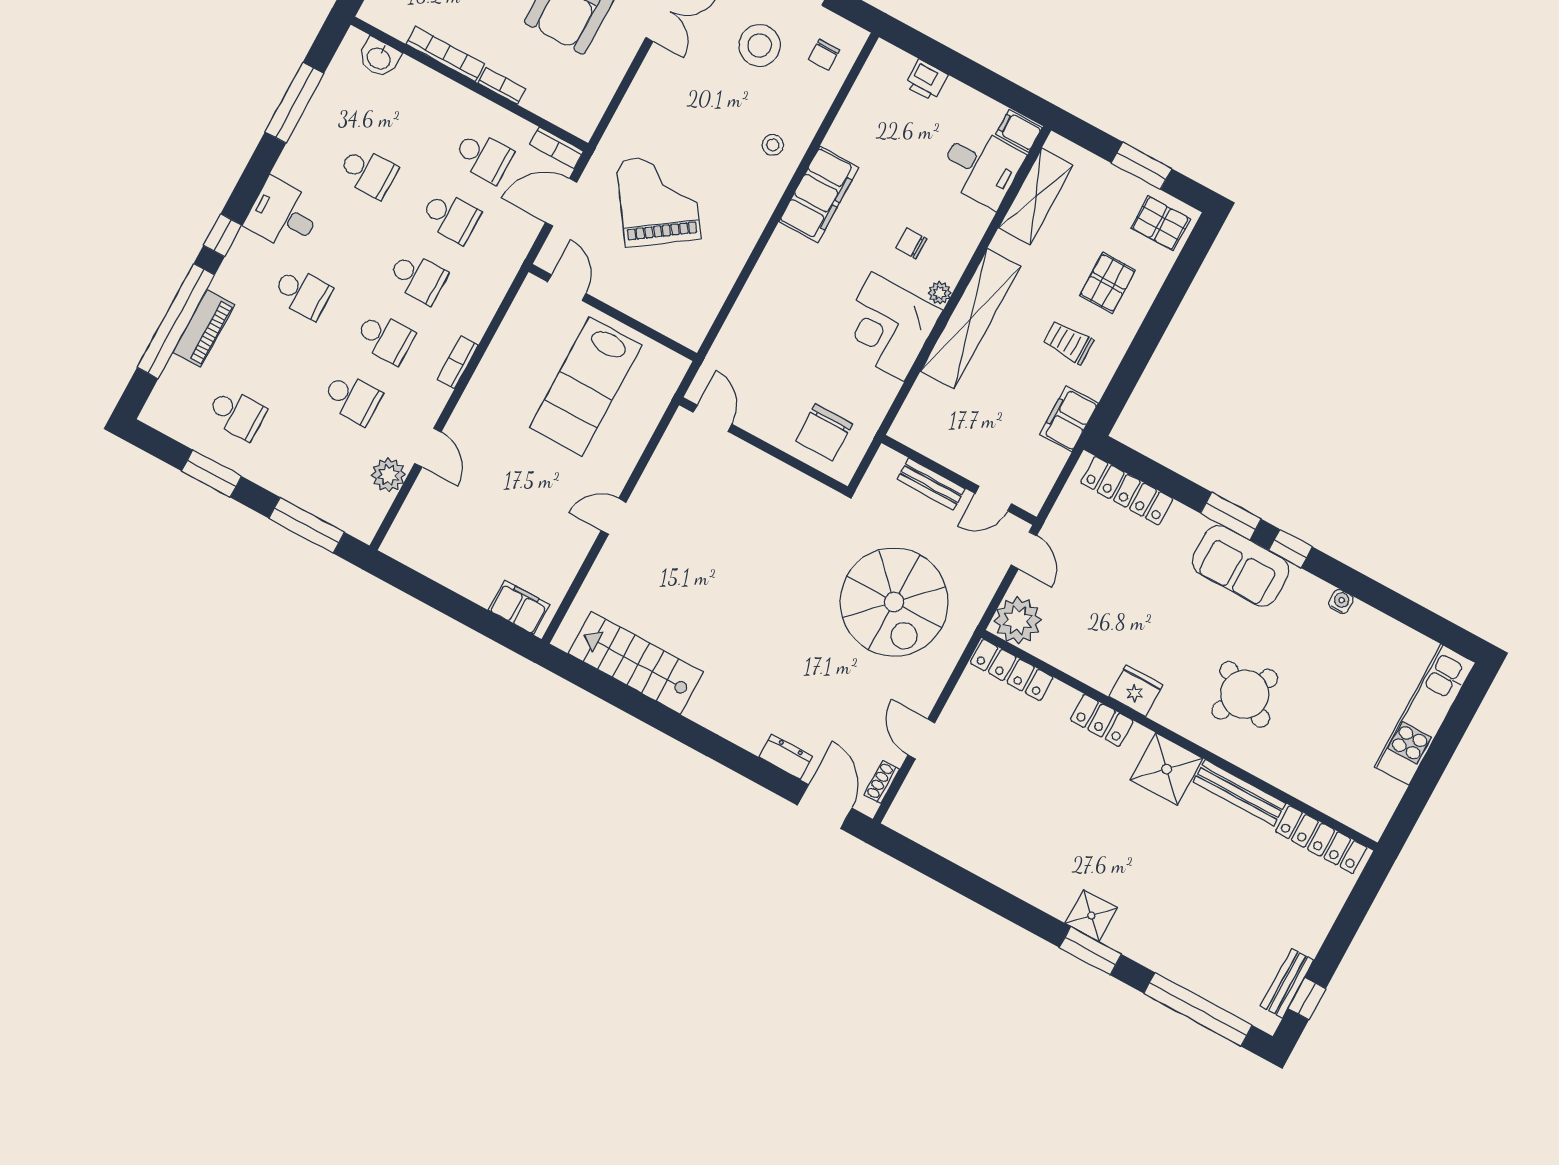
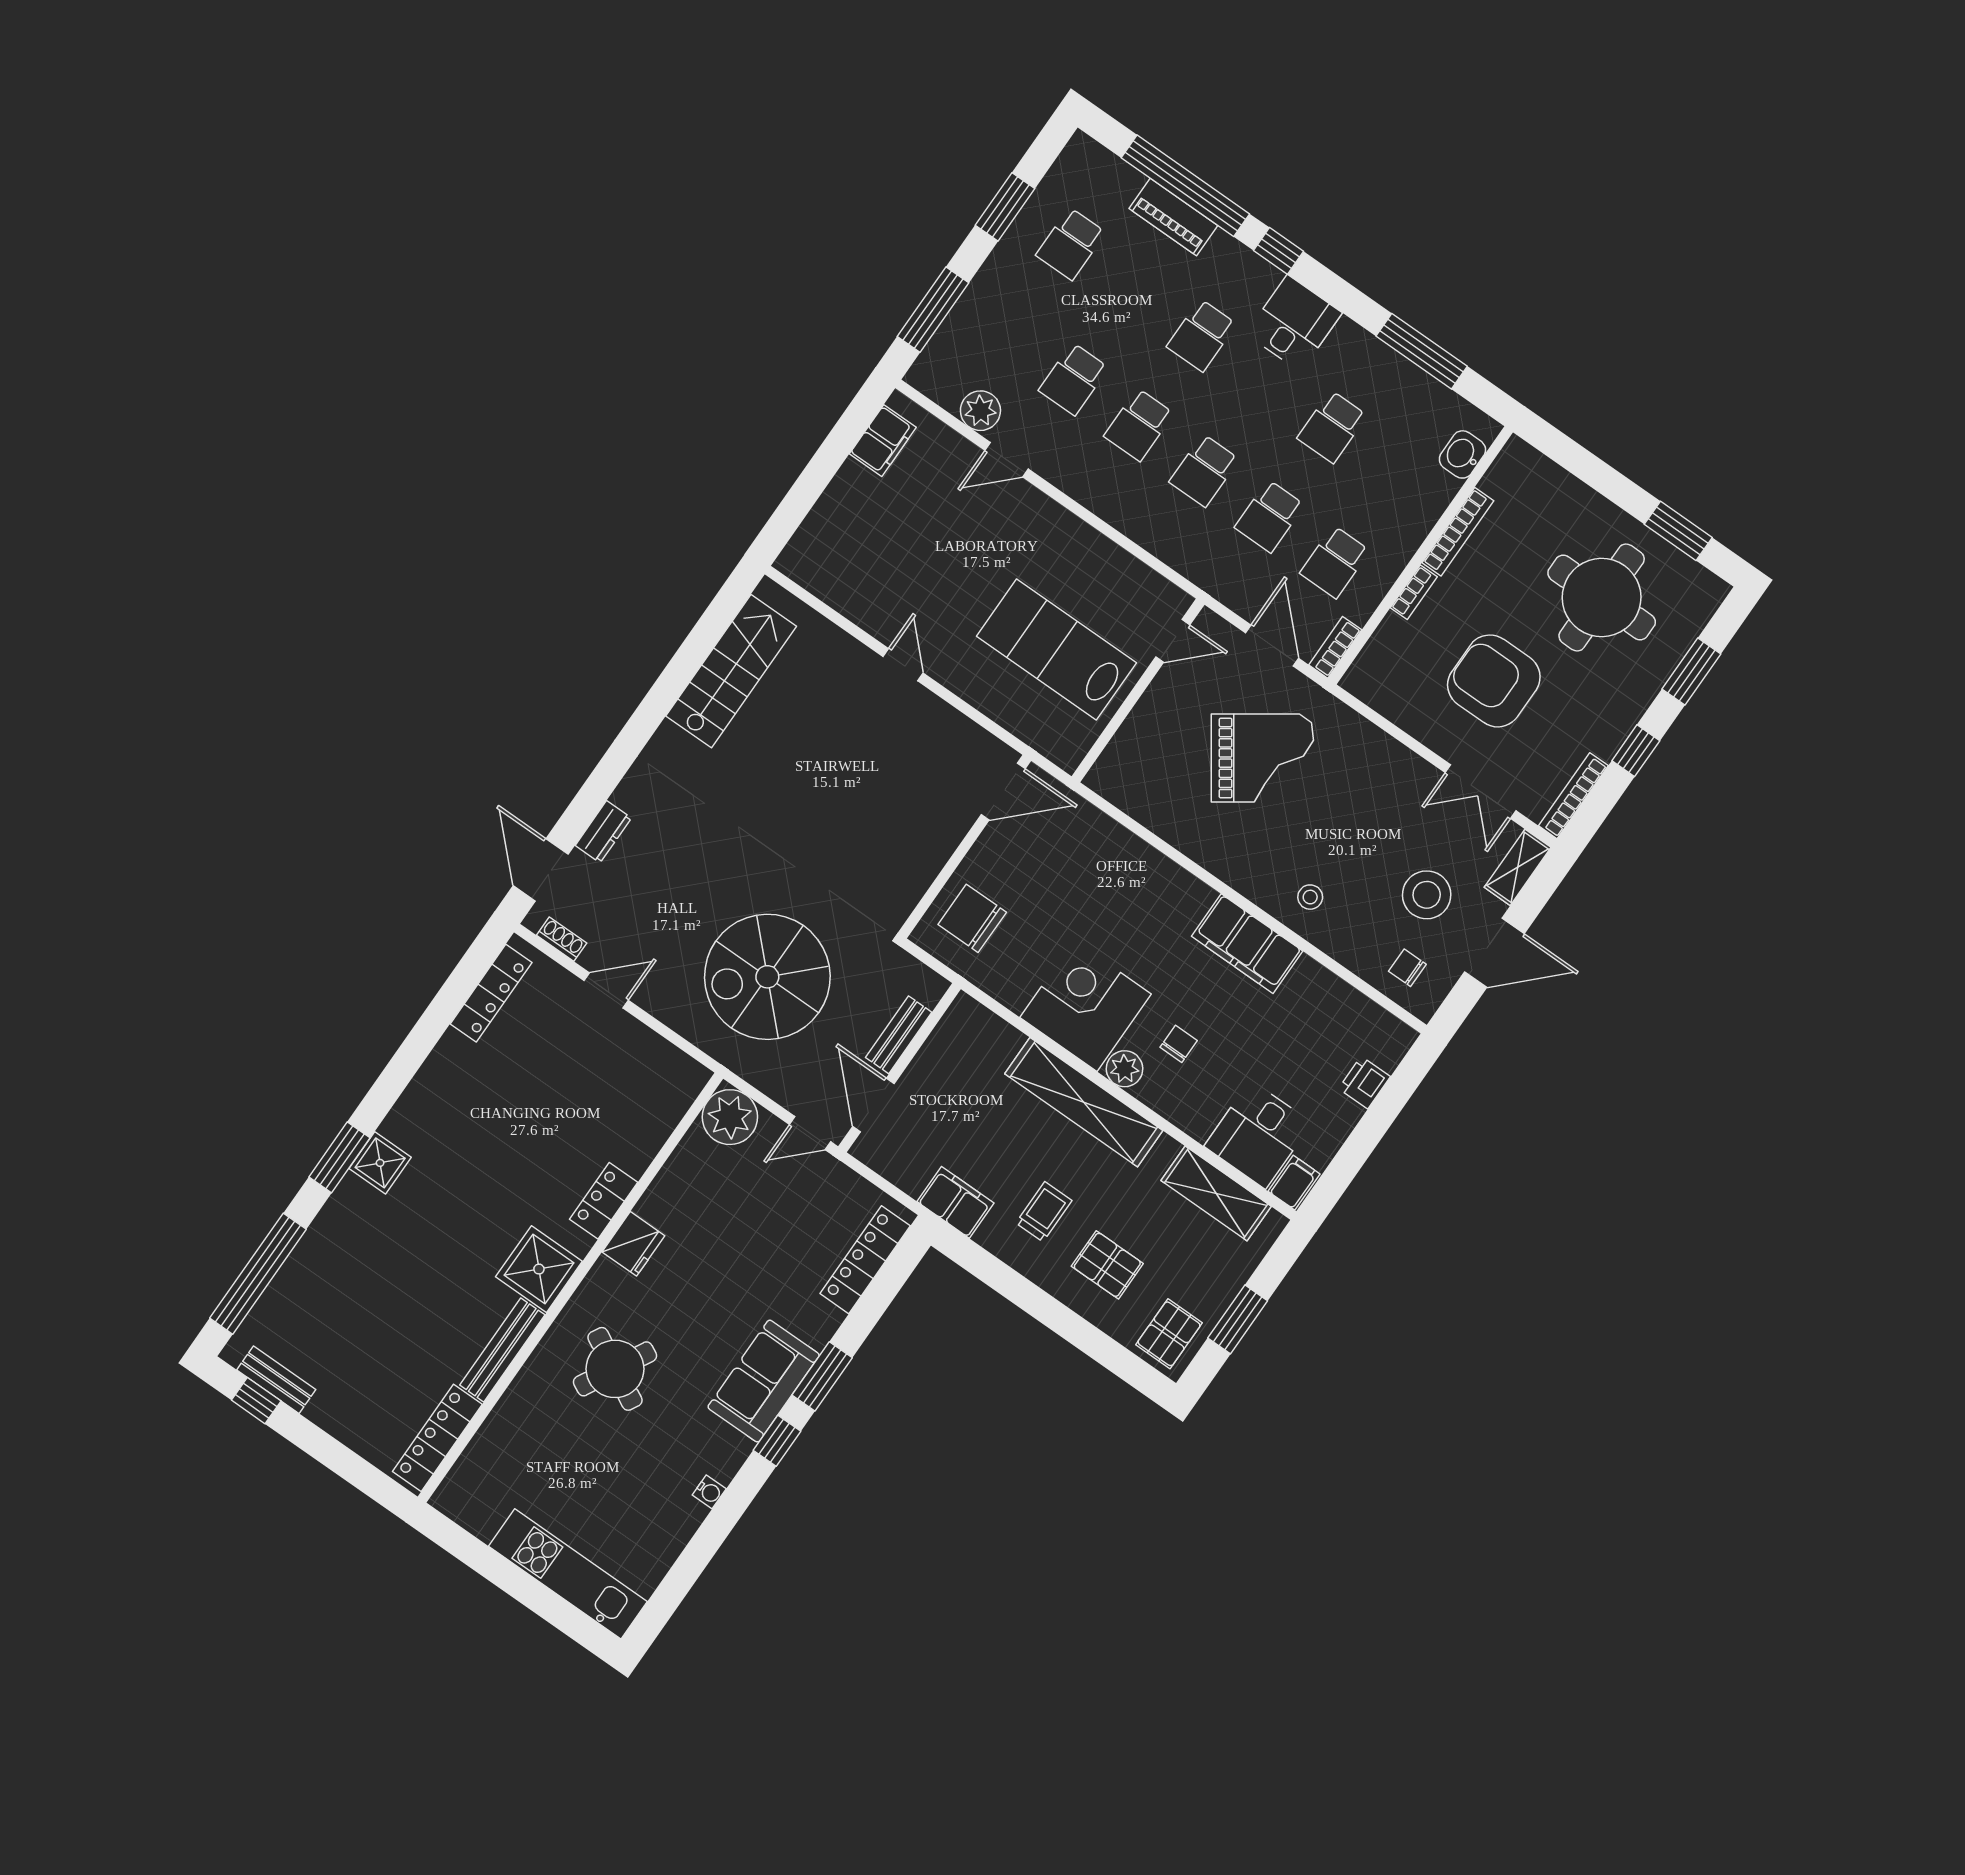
plant: (940, 293) -> (1125, 1069), width x1.38, depth x1.38
bookcase: (458, 362) -> (1101, 505), removed
door: (712, 418) -> (1003, 792), width x1.38
door: (993, 499) -> (873, 1105), width x1.38
filing cabinet: (519, 607) -> (883, 441), moved
locker: (1012, 670) -> (491, 993), moved, turned 180
door: (825, 807) -> (541, 870), swing flipped

